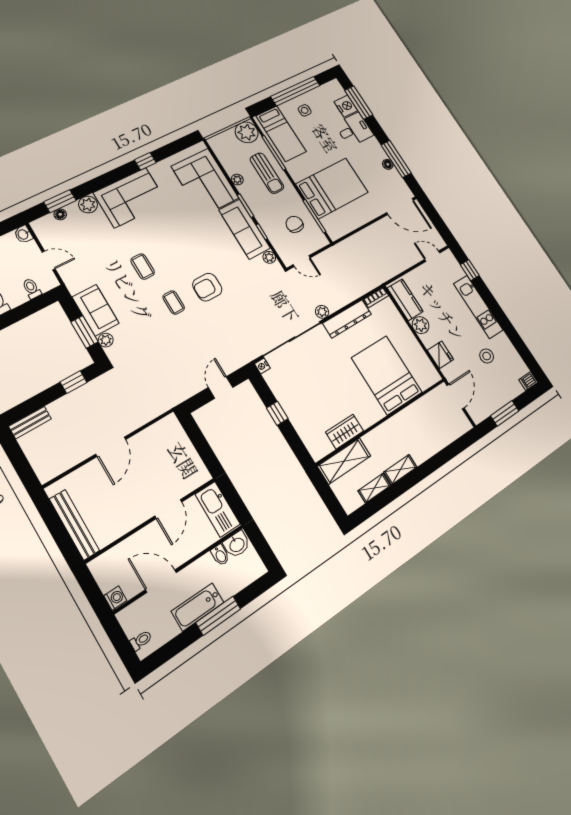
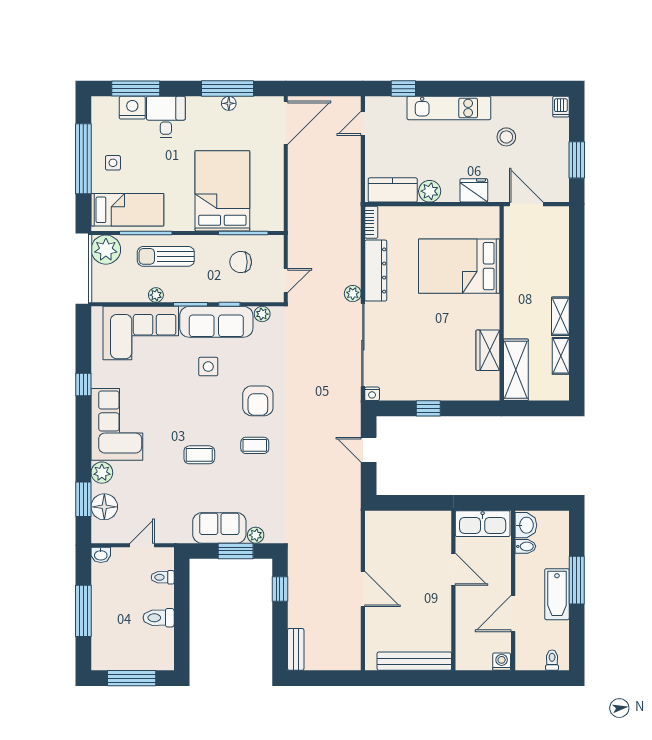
sun lounger: (267, 173) -> (166, 256), turned 180
floor lamp: (60, 214) -> (104, 507), width x1.89, depth x1.89
side table: (210, 240) -> (208, 367), added

